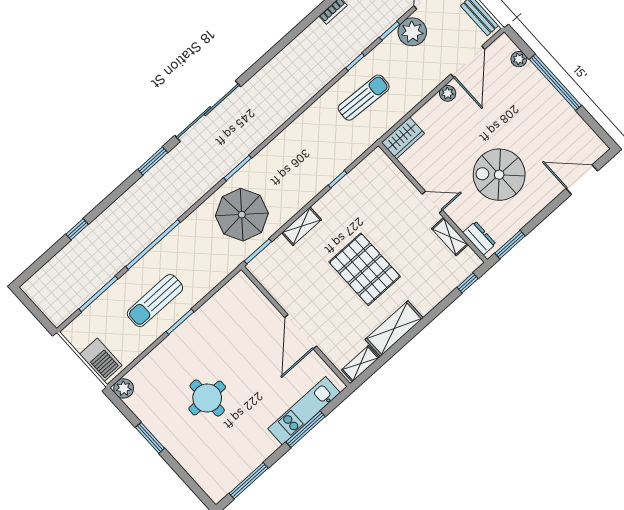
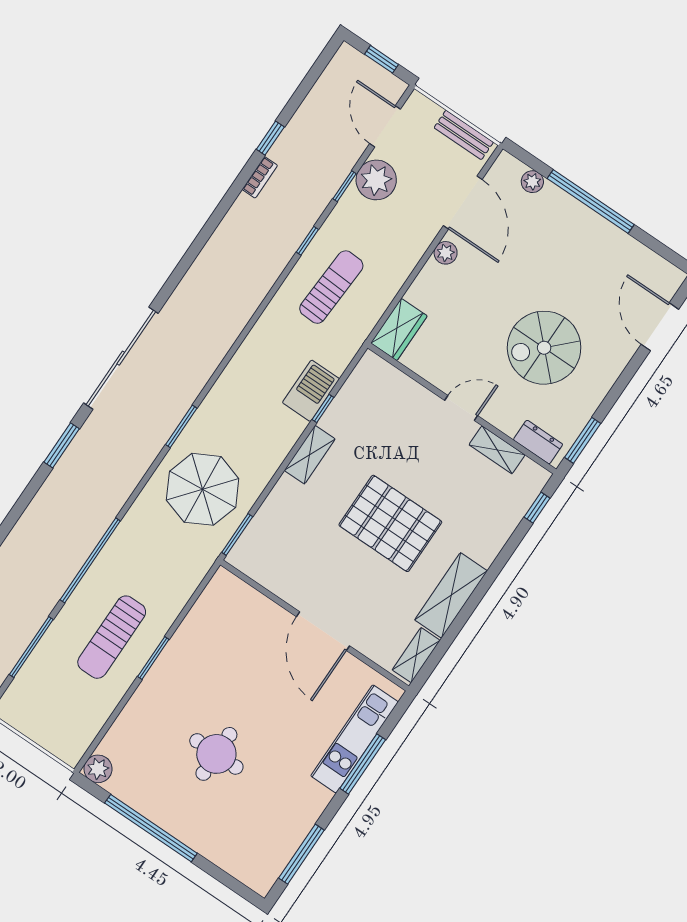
door: (582, 180) -> (660, 327), hinge flipped
shelving: (301, 226) -> (310, 455), moved
barbecue: (101, 360) -> (311, 391), moved, turned -90
window: (150, 438) -> (151, 828), width x2.11

